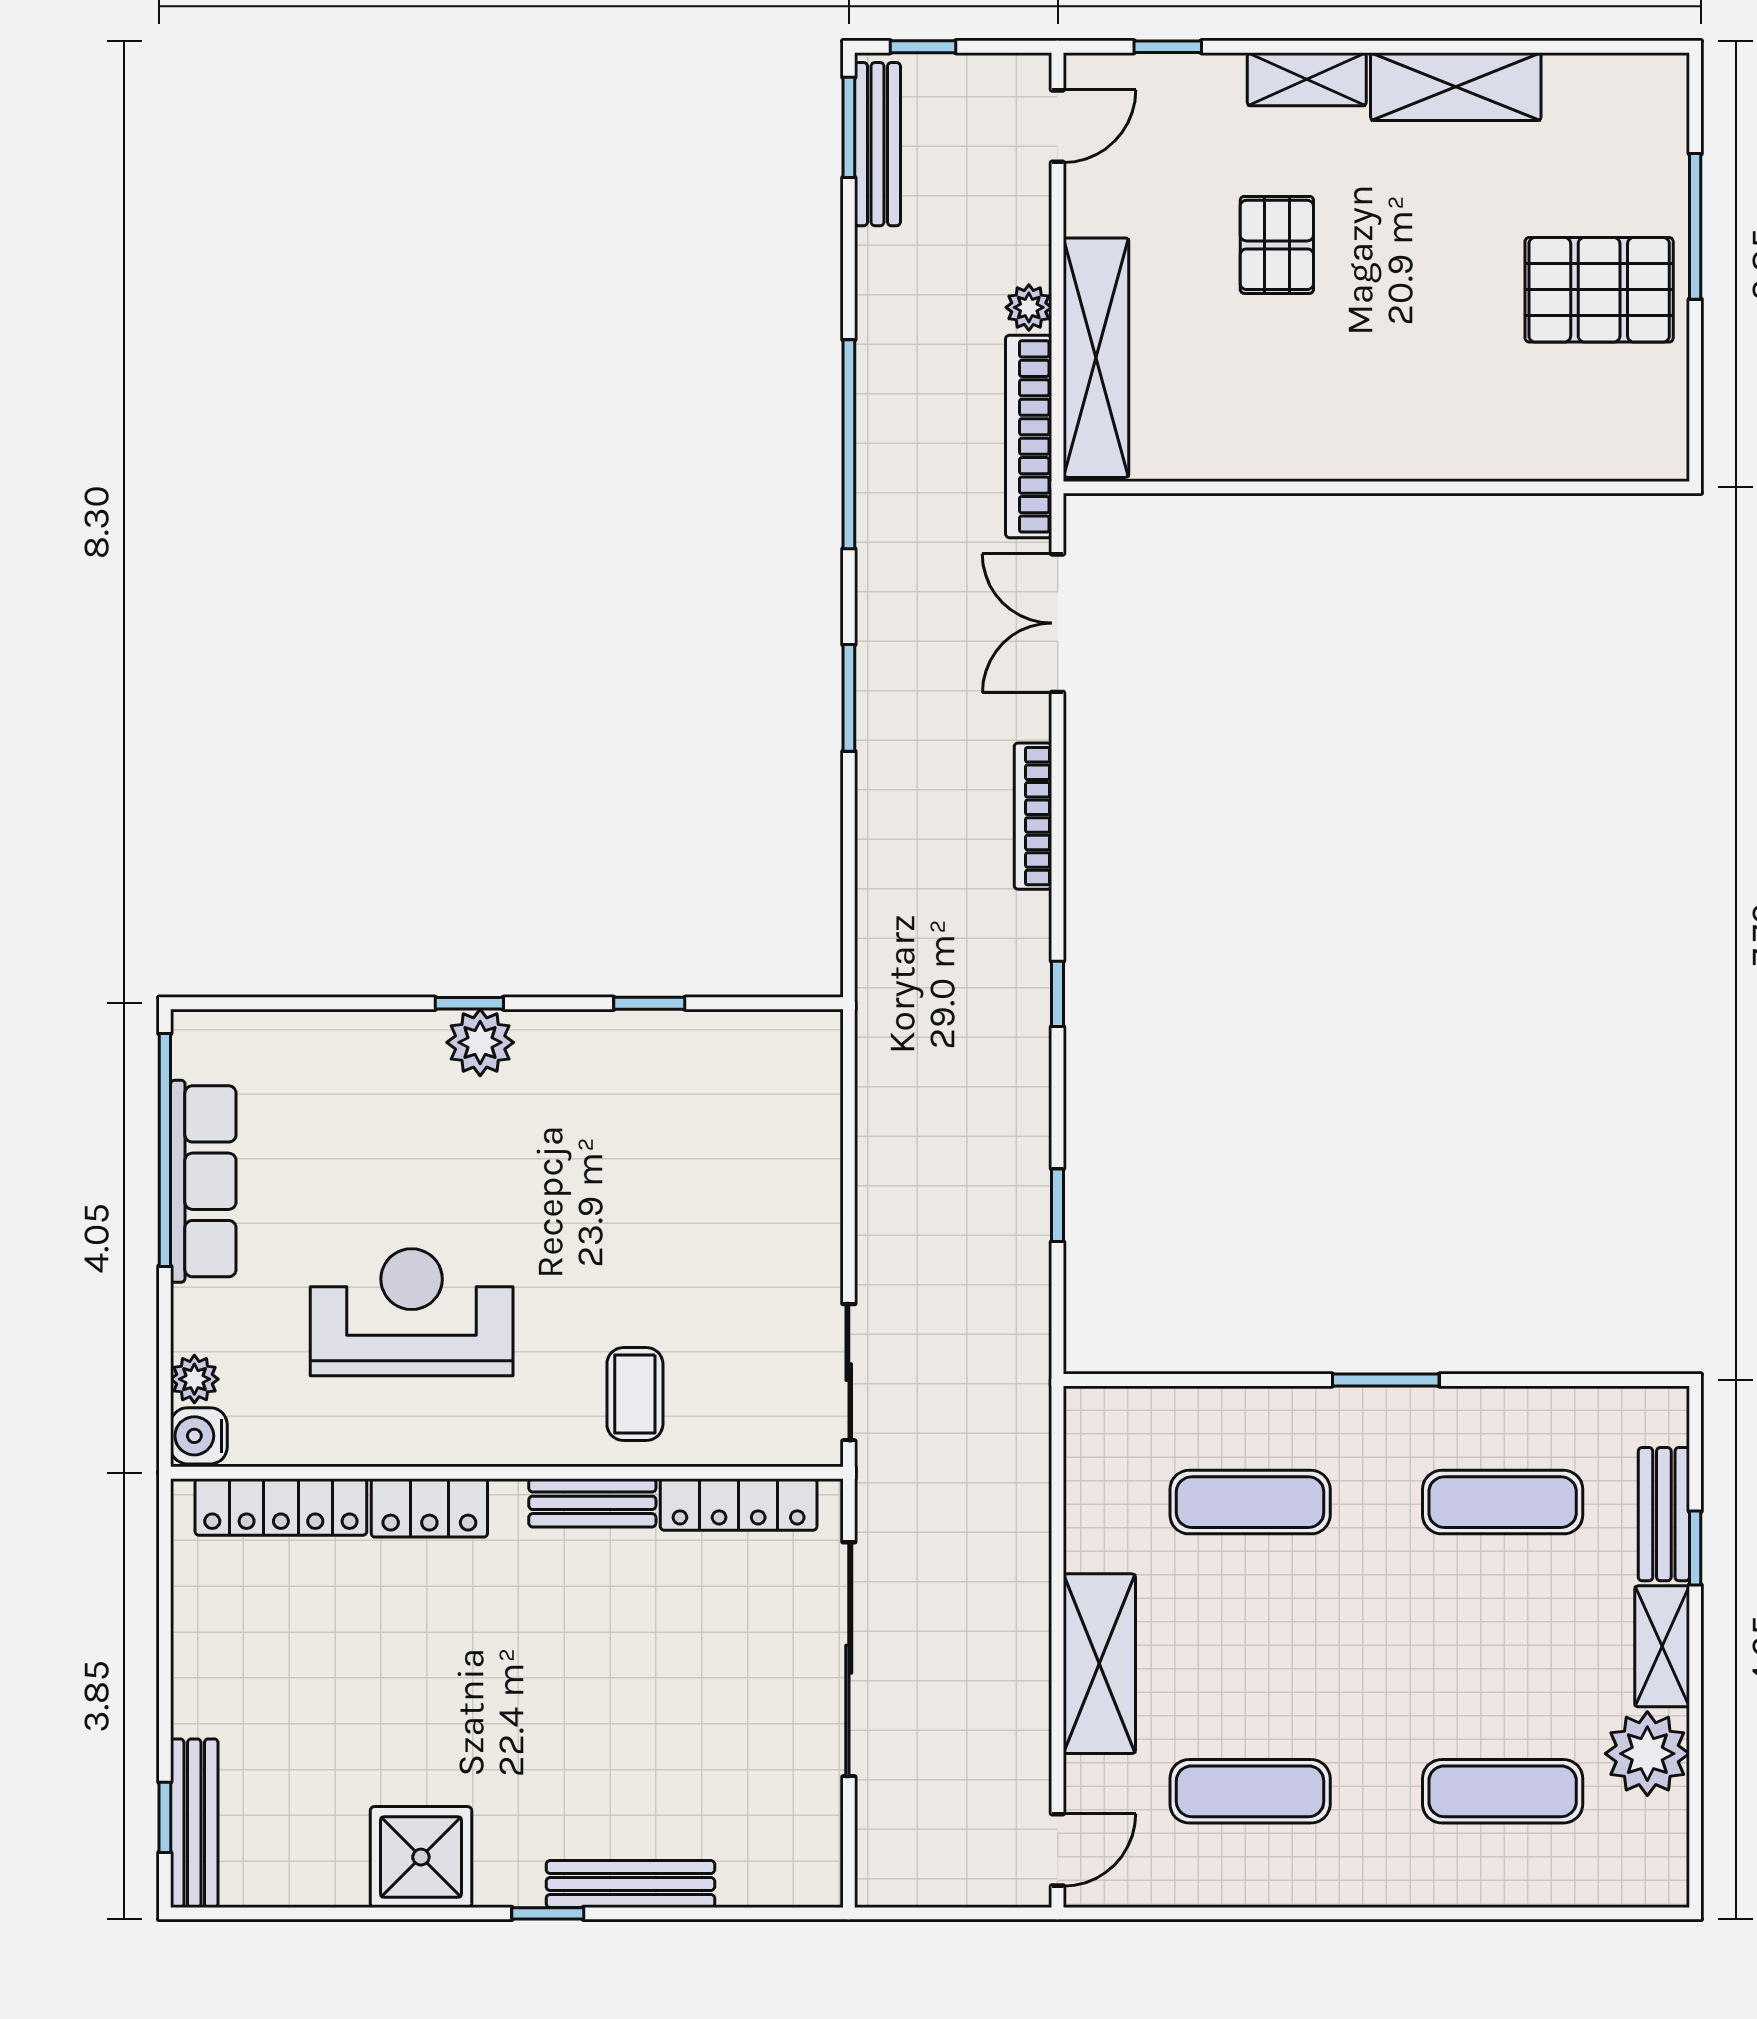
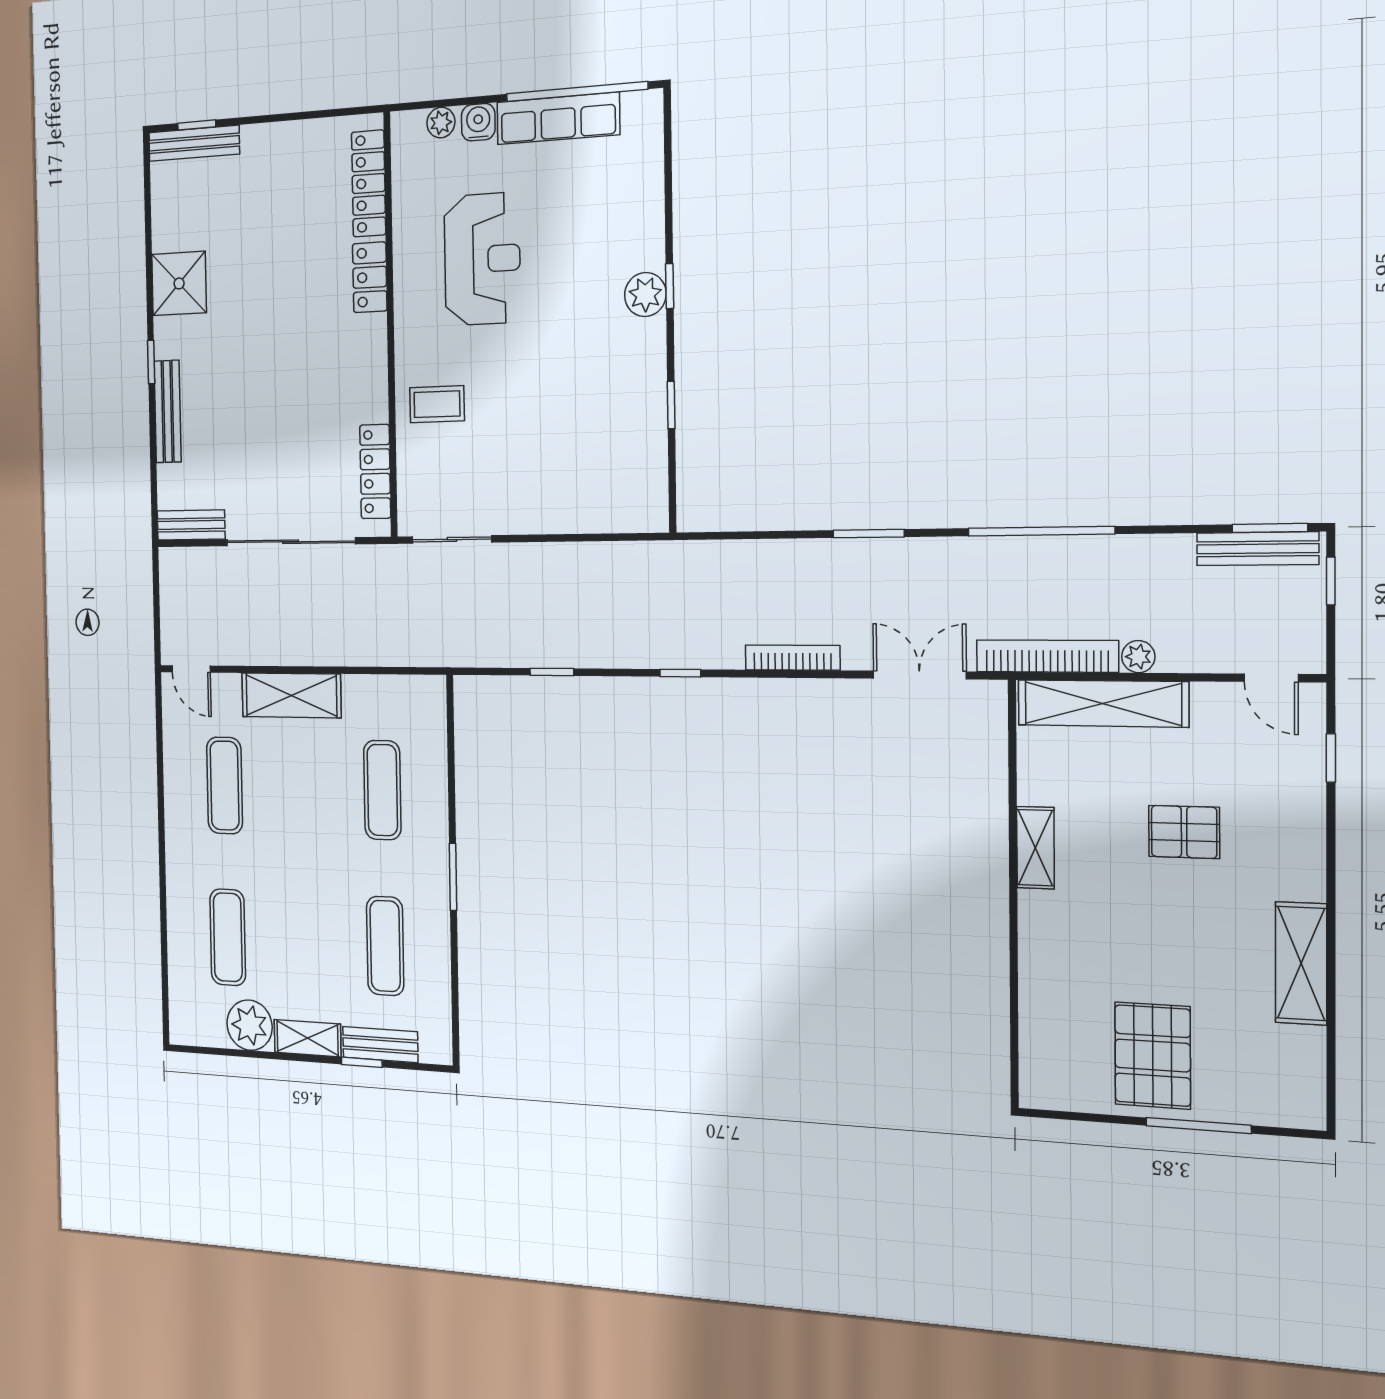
shelving: (1307, 79) -> (1035, 848), moved
water cooler: (199, 1436) -> (478, 122), moved
bench: (592, 1503) -> (191, 525), moved, turned 90

